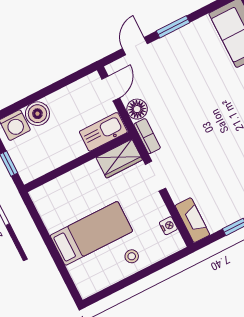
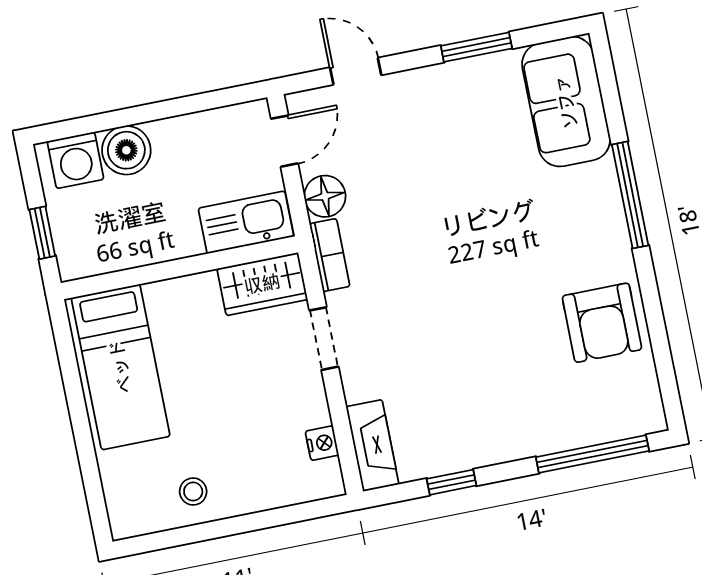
window: (173, 27) -> (476, 47), moved
door: (135, 46) -> (356, 71), hinge flipped
bed: (91, 233) -> (121, 367), moved, turned 90
stool: (132, 256) -> (193, 491), moved

